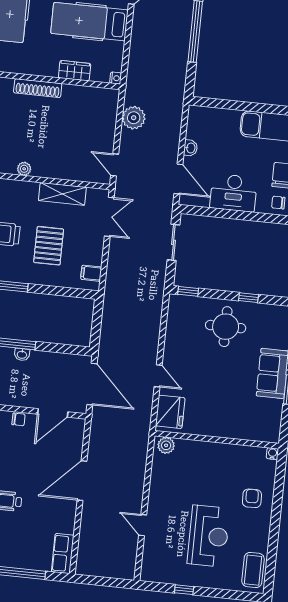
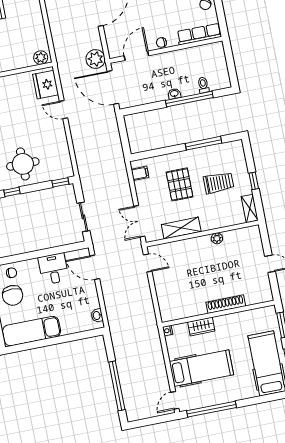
plant: (134, 118) -> (96, 59), moved
washbasin: (190, 148) -> (97, 315), moved
desk: (234, 193) -> (53, 269), width x0.73

